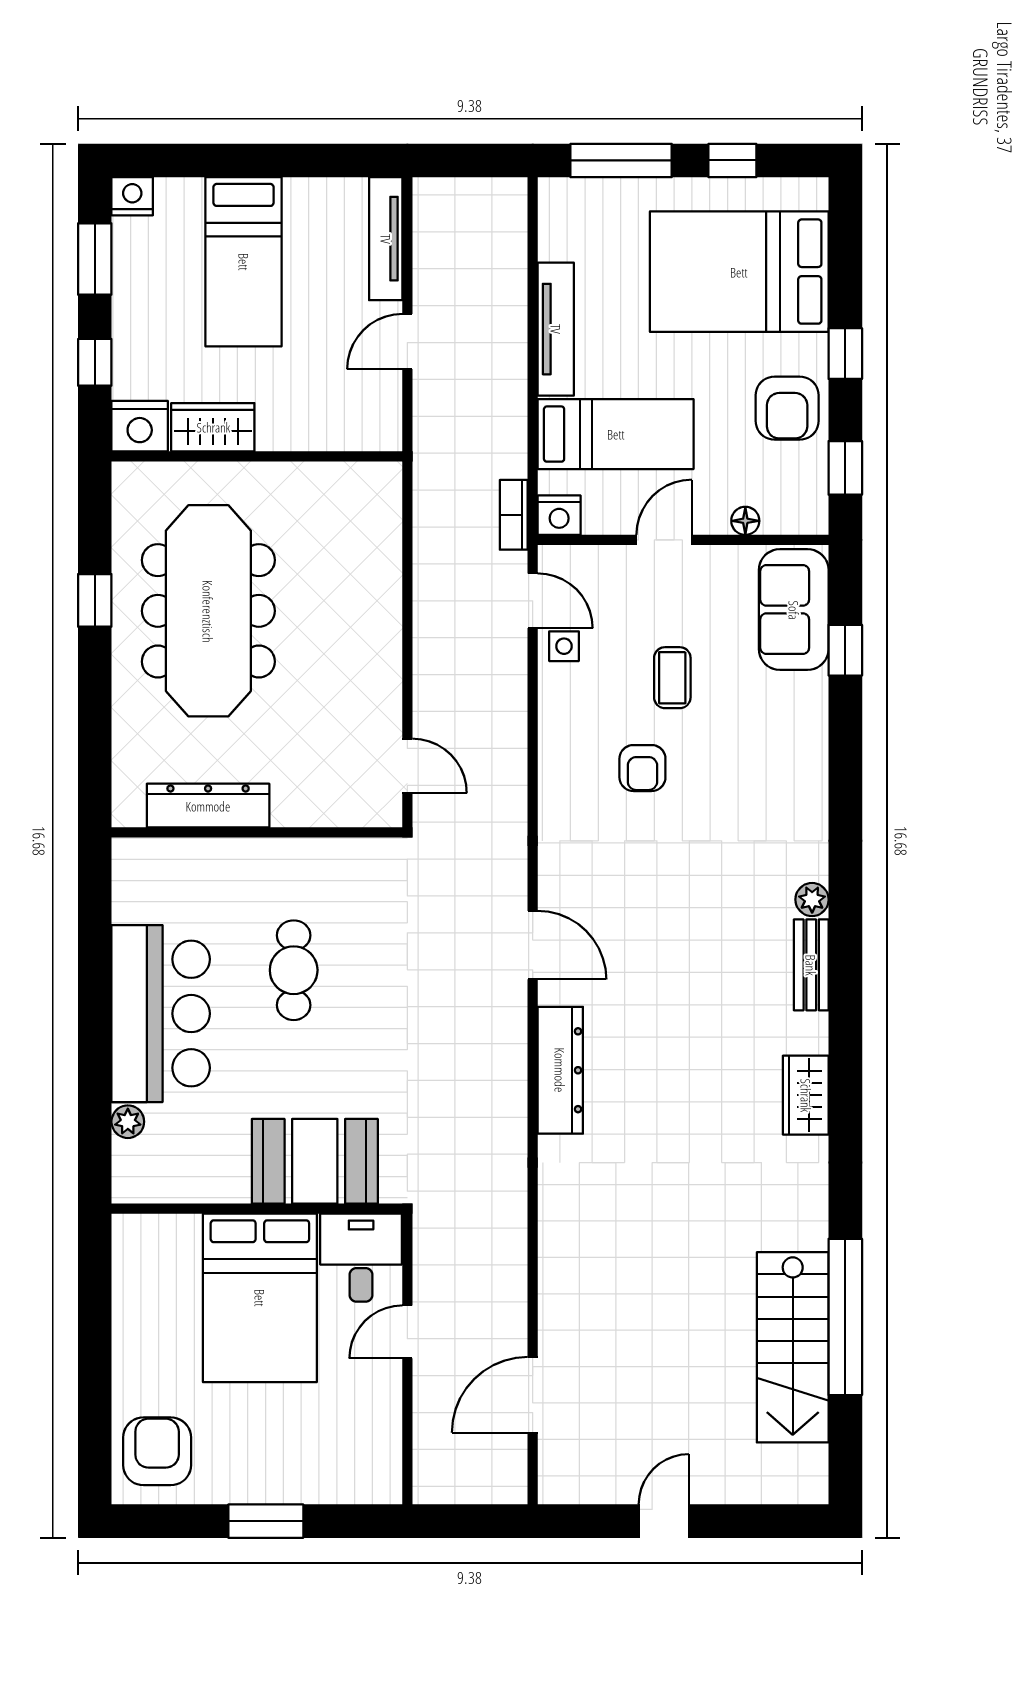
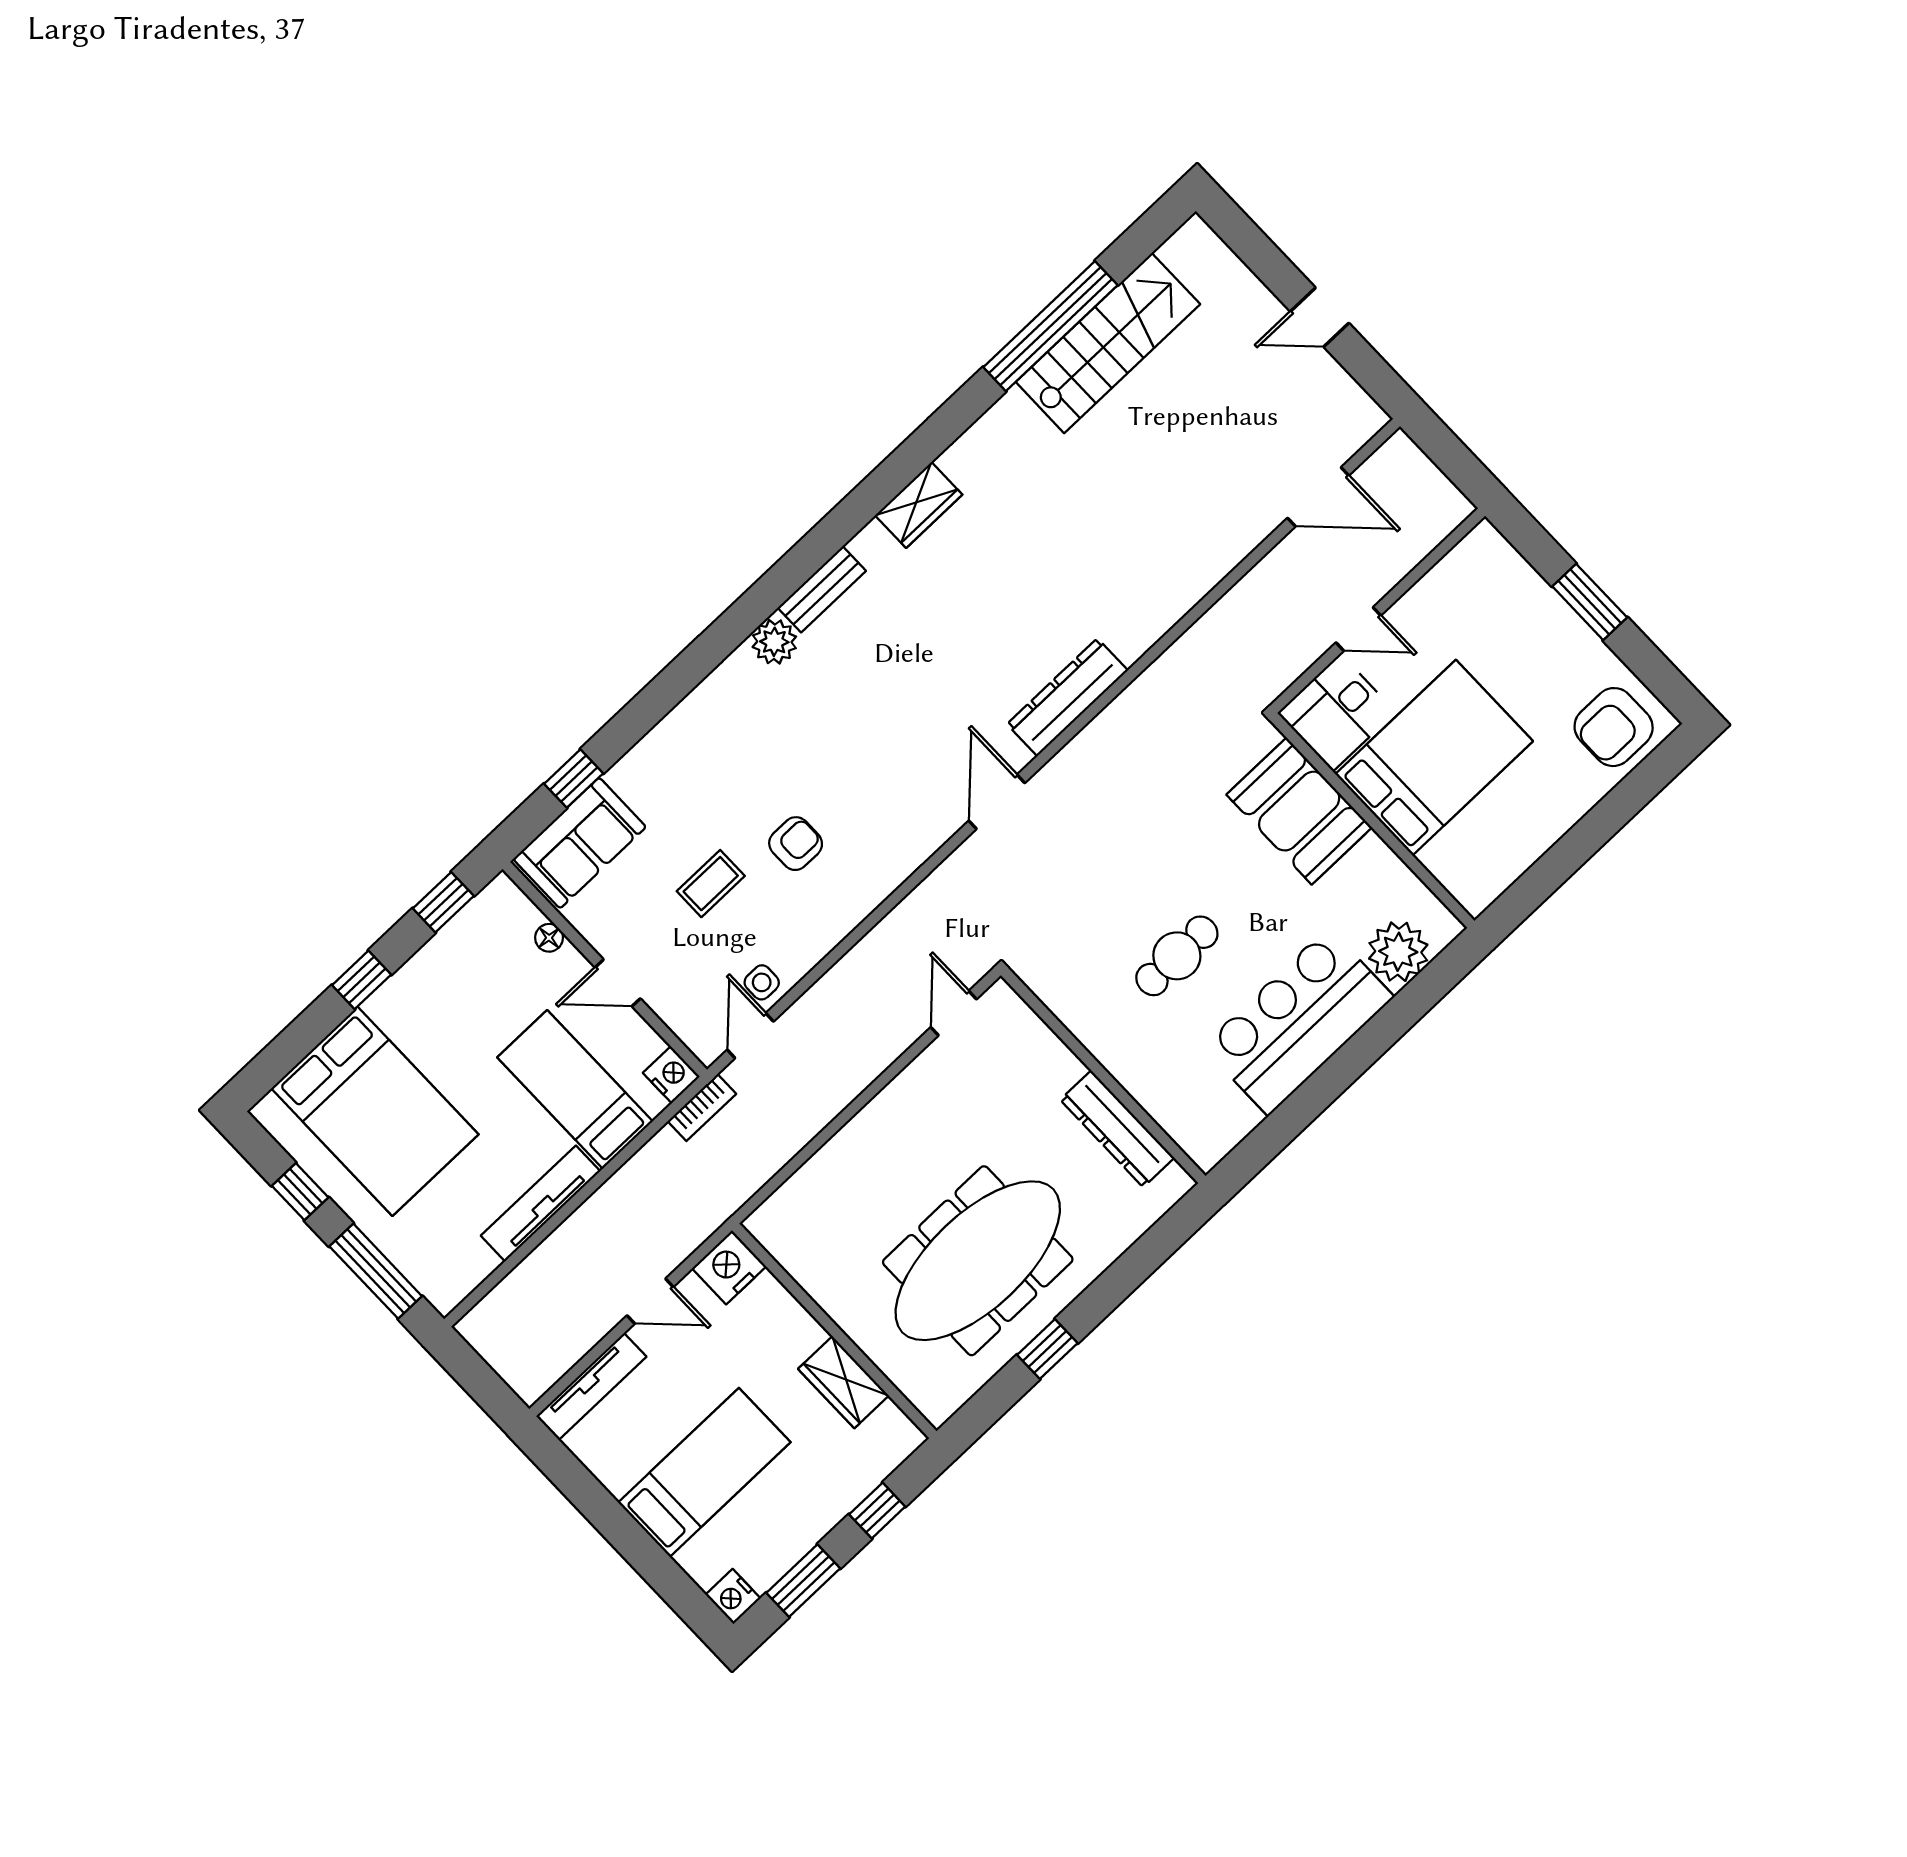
armchair: (787, 408) -> (440, 984), removed
nightstand: (140, 426) -> (729, 1267), moved, turned -90
plant: (812, 900) -> (774, 642), width x1.38, depth x1.38
plant: (128, 1122) -> (1398, 952), width x1.88, depth x1.88

